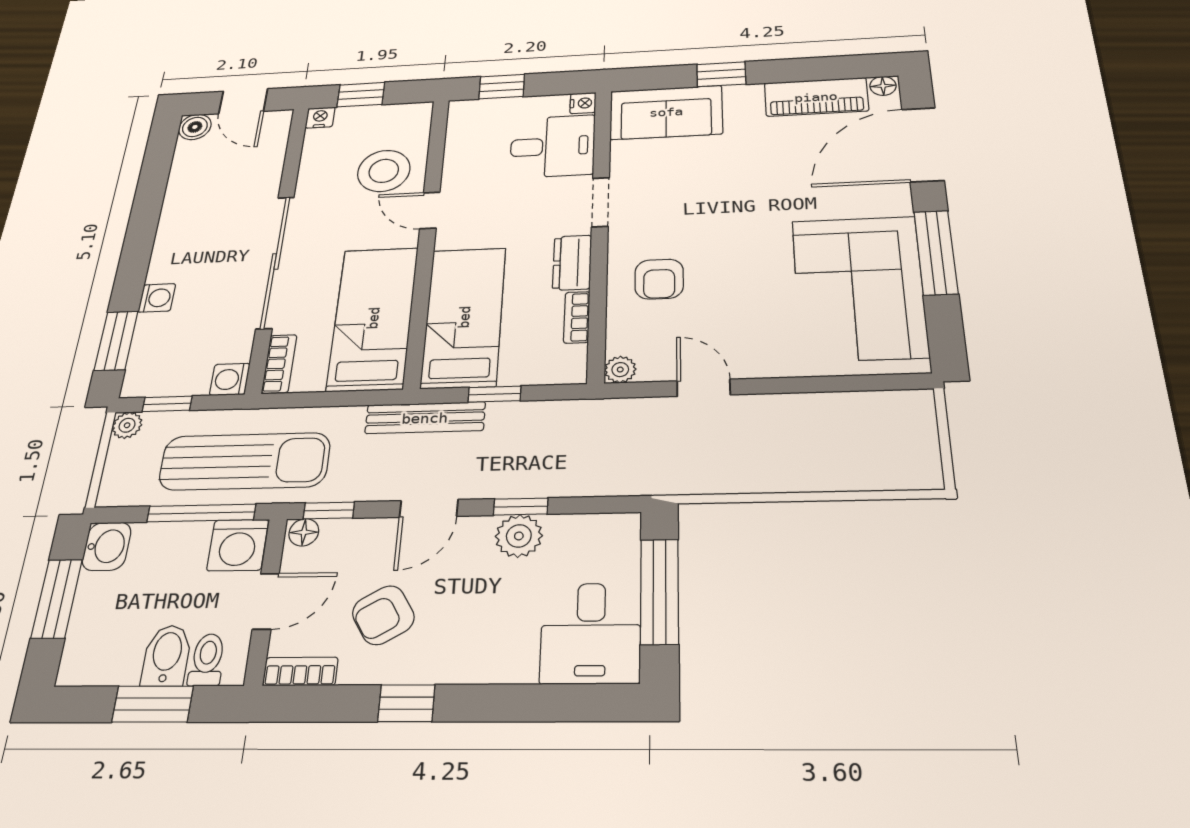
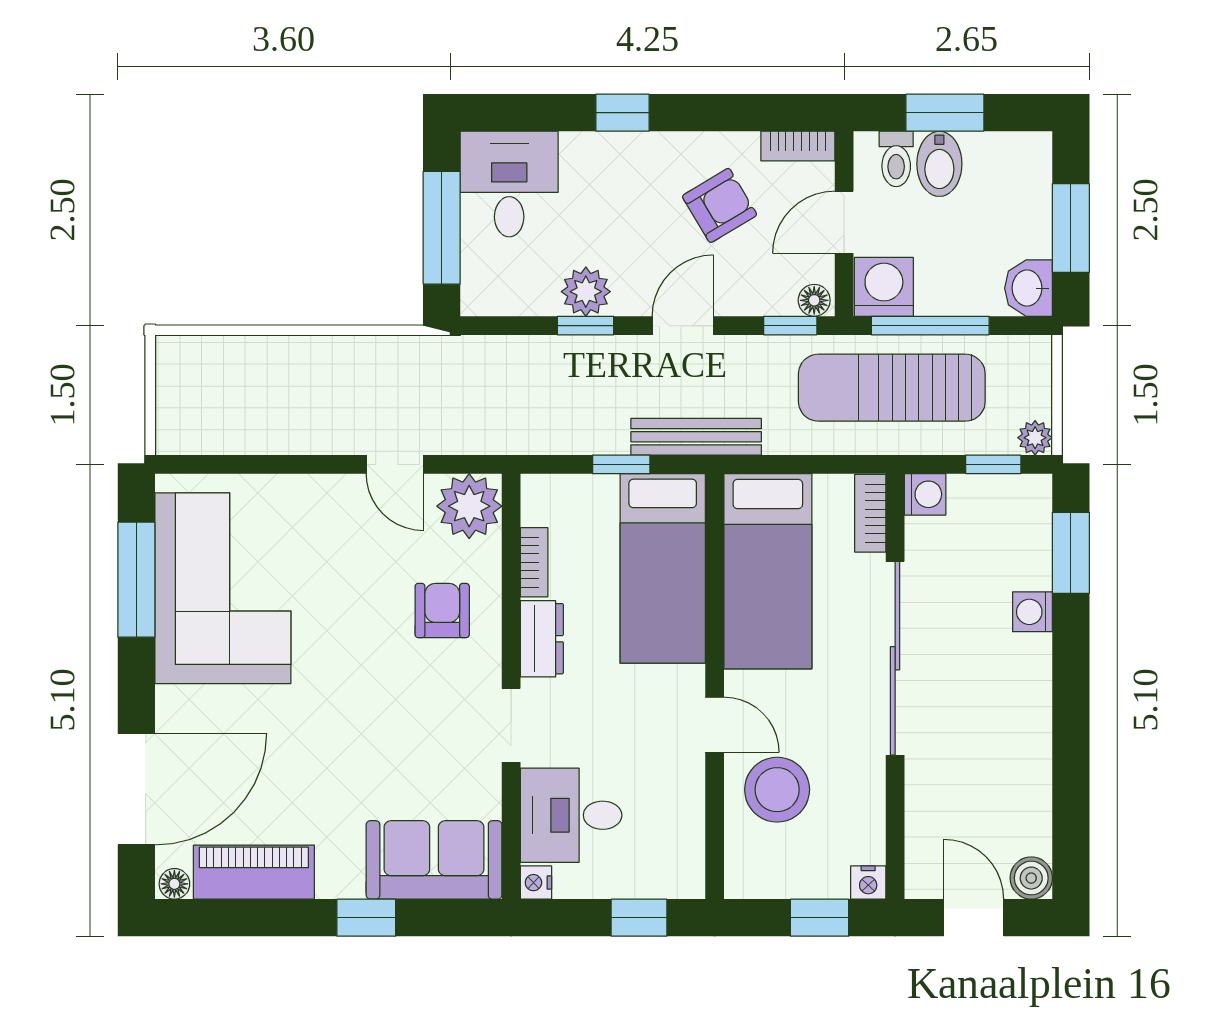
window: (936, 252) -> (136, 580), moved
plant: (620, 370) -> (469, 506), width x1.88, depth x1.88
window: (406, 703) -> (622, 113), moved

